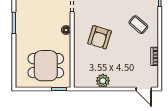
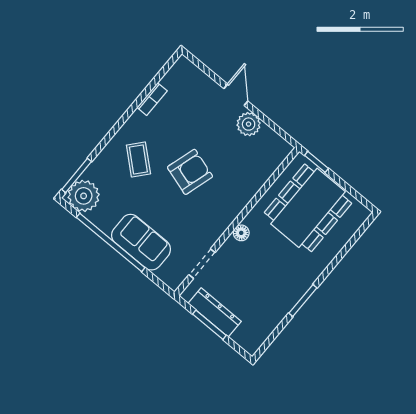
armchair: (100, 37) -> (190, 172), moved
dining table: (46, 66) -> (308, 208), width x1.38
door: (144, 89) -> (236, 95), moved

